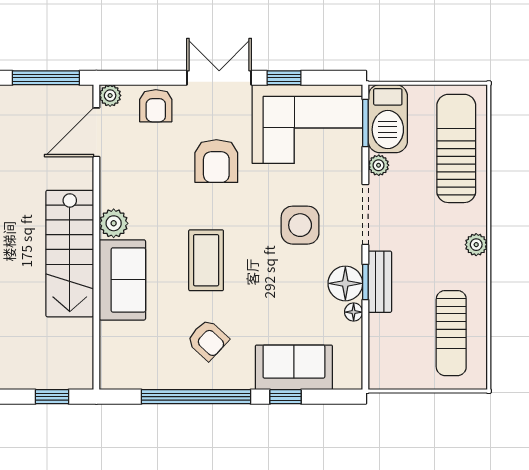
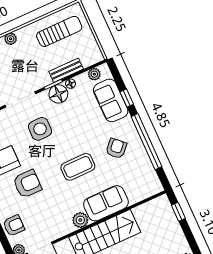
bench: (380, 282) -> (66, 70), moved
plant: (351, 360) -> (94, 74), added

